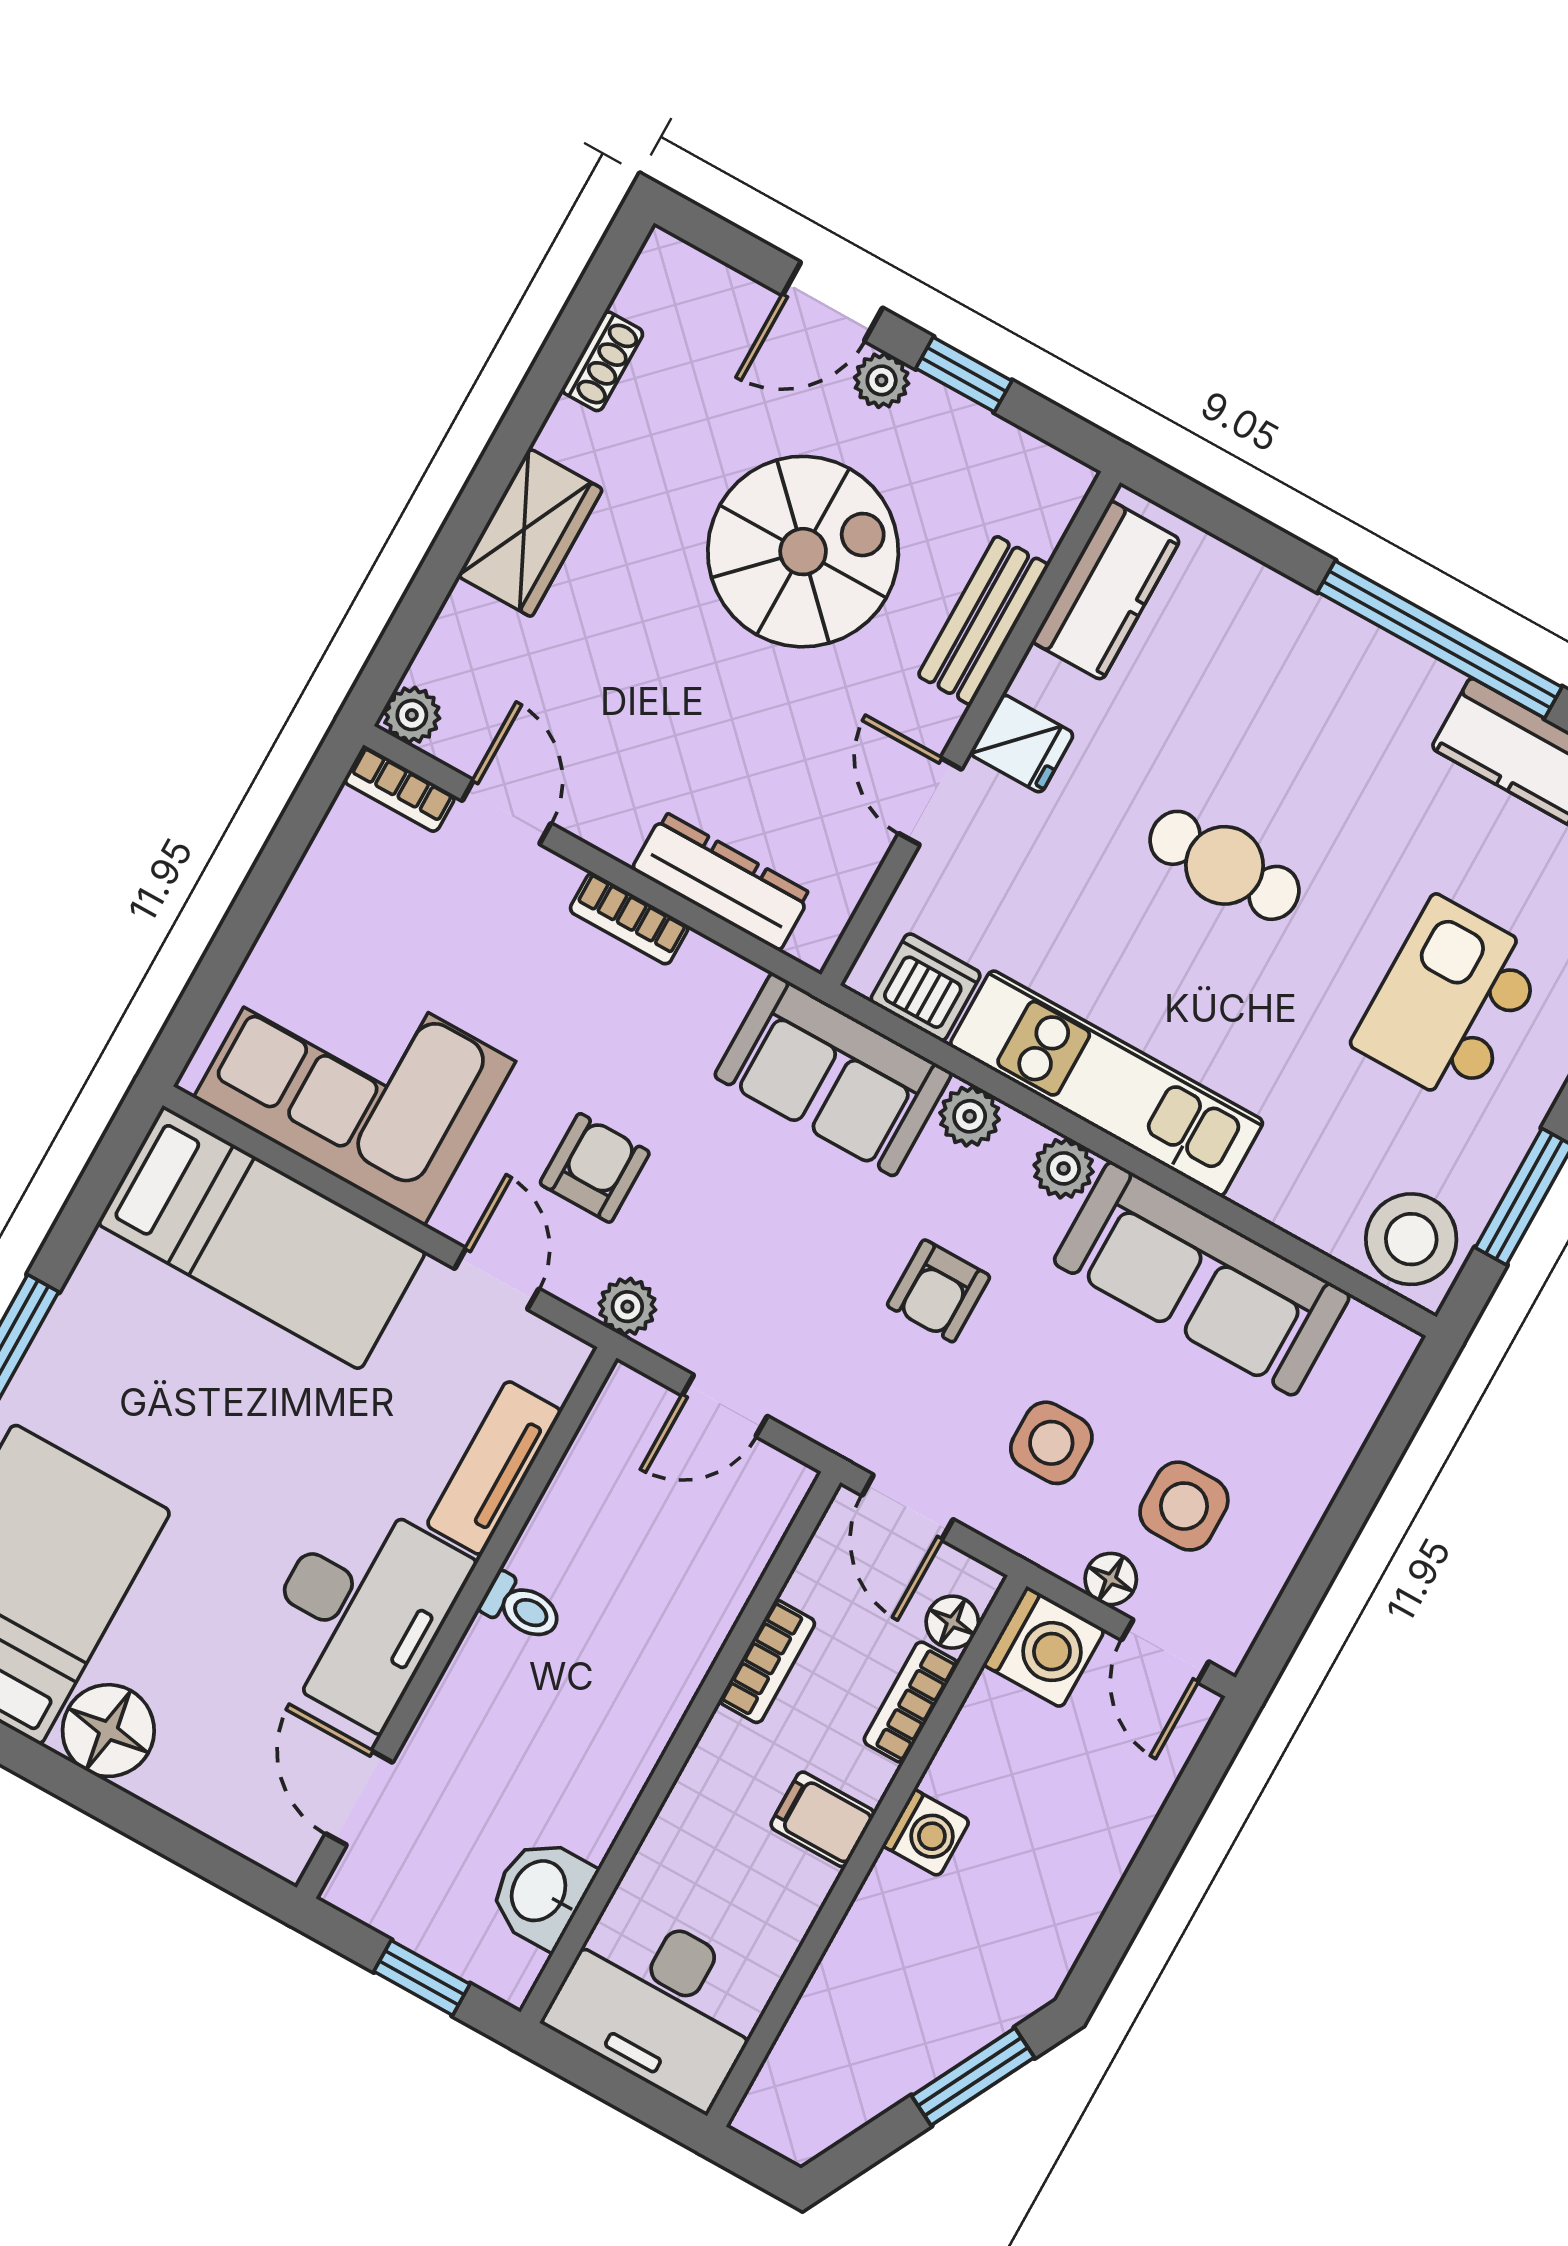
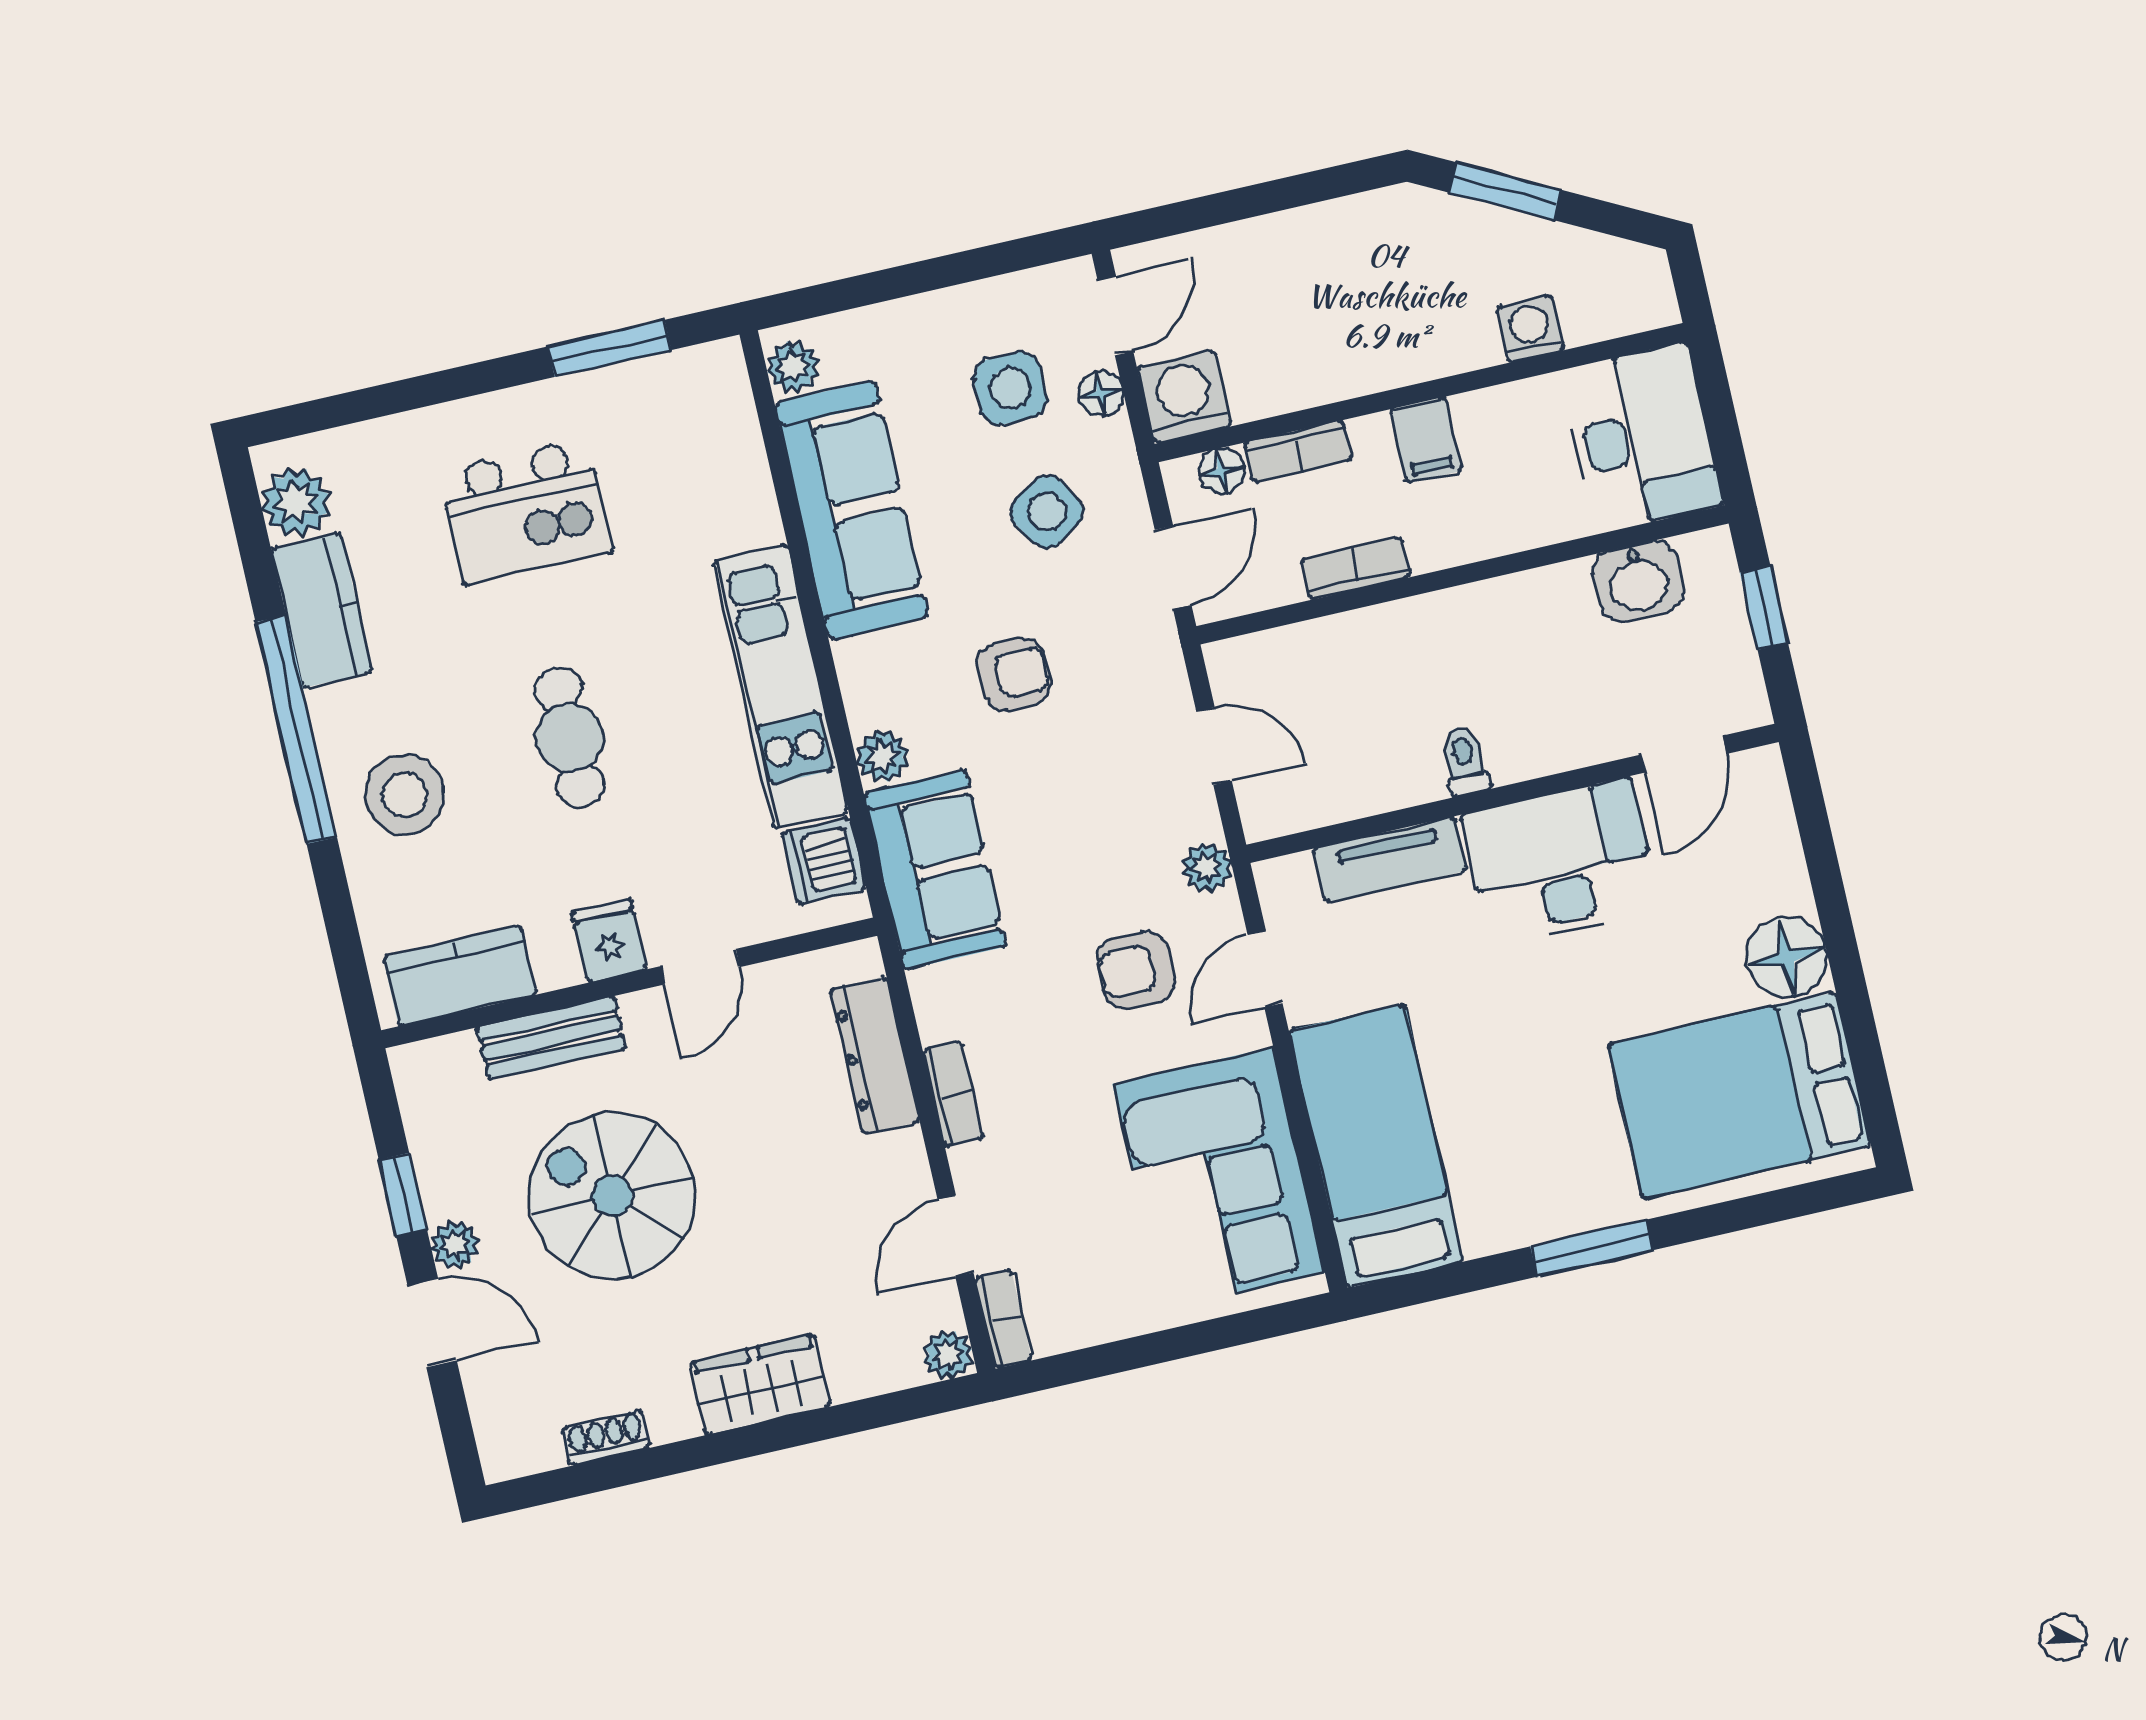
plant: (1064, 1168) -> (793, 367), moved
stool: (1411, 1239) -> (405, 795), moved
side table: (1051, 1443) -> (1047, 512), turned -32
washing machine: (926, 1833) -> (1530, 329), moved

